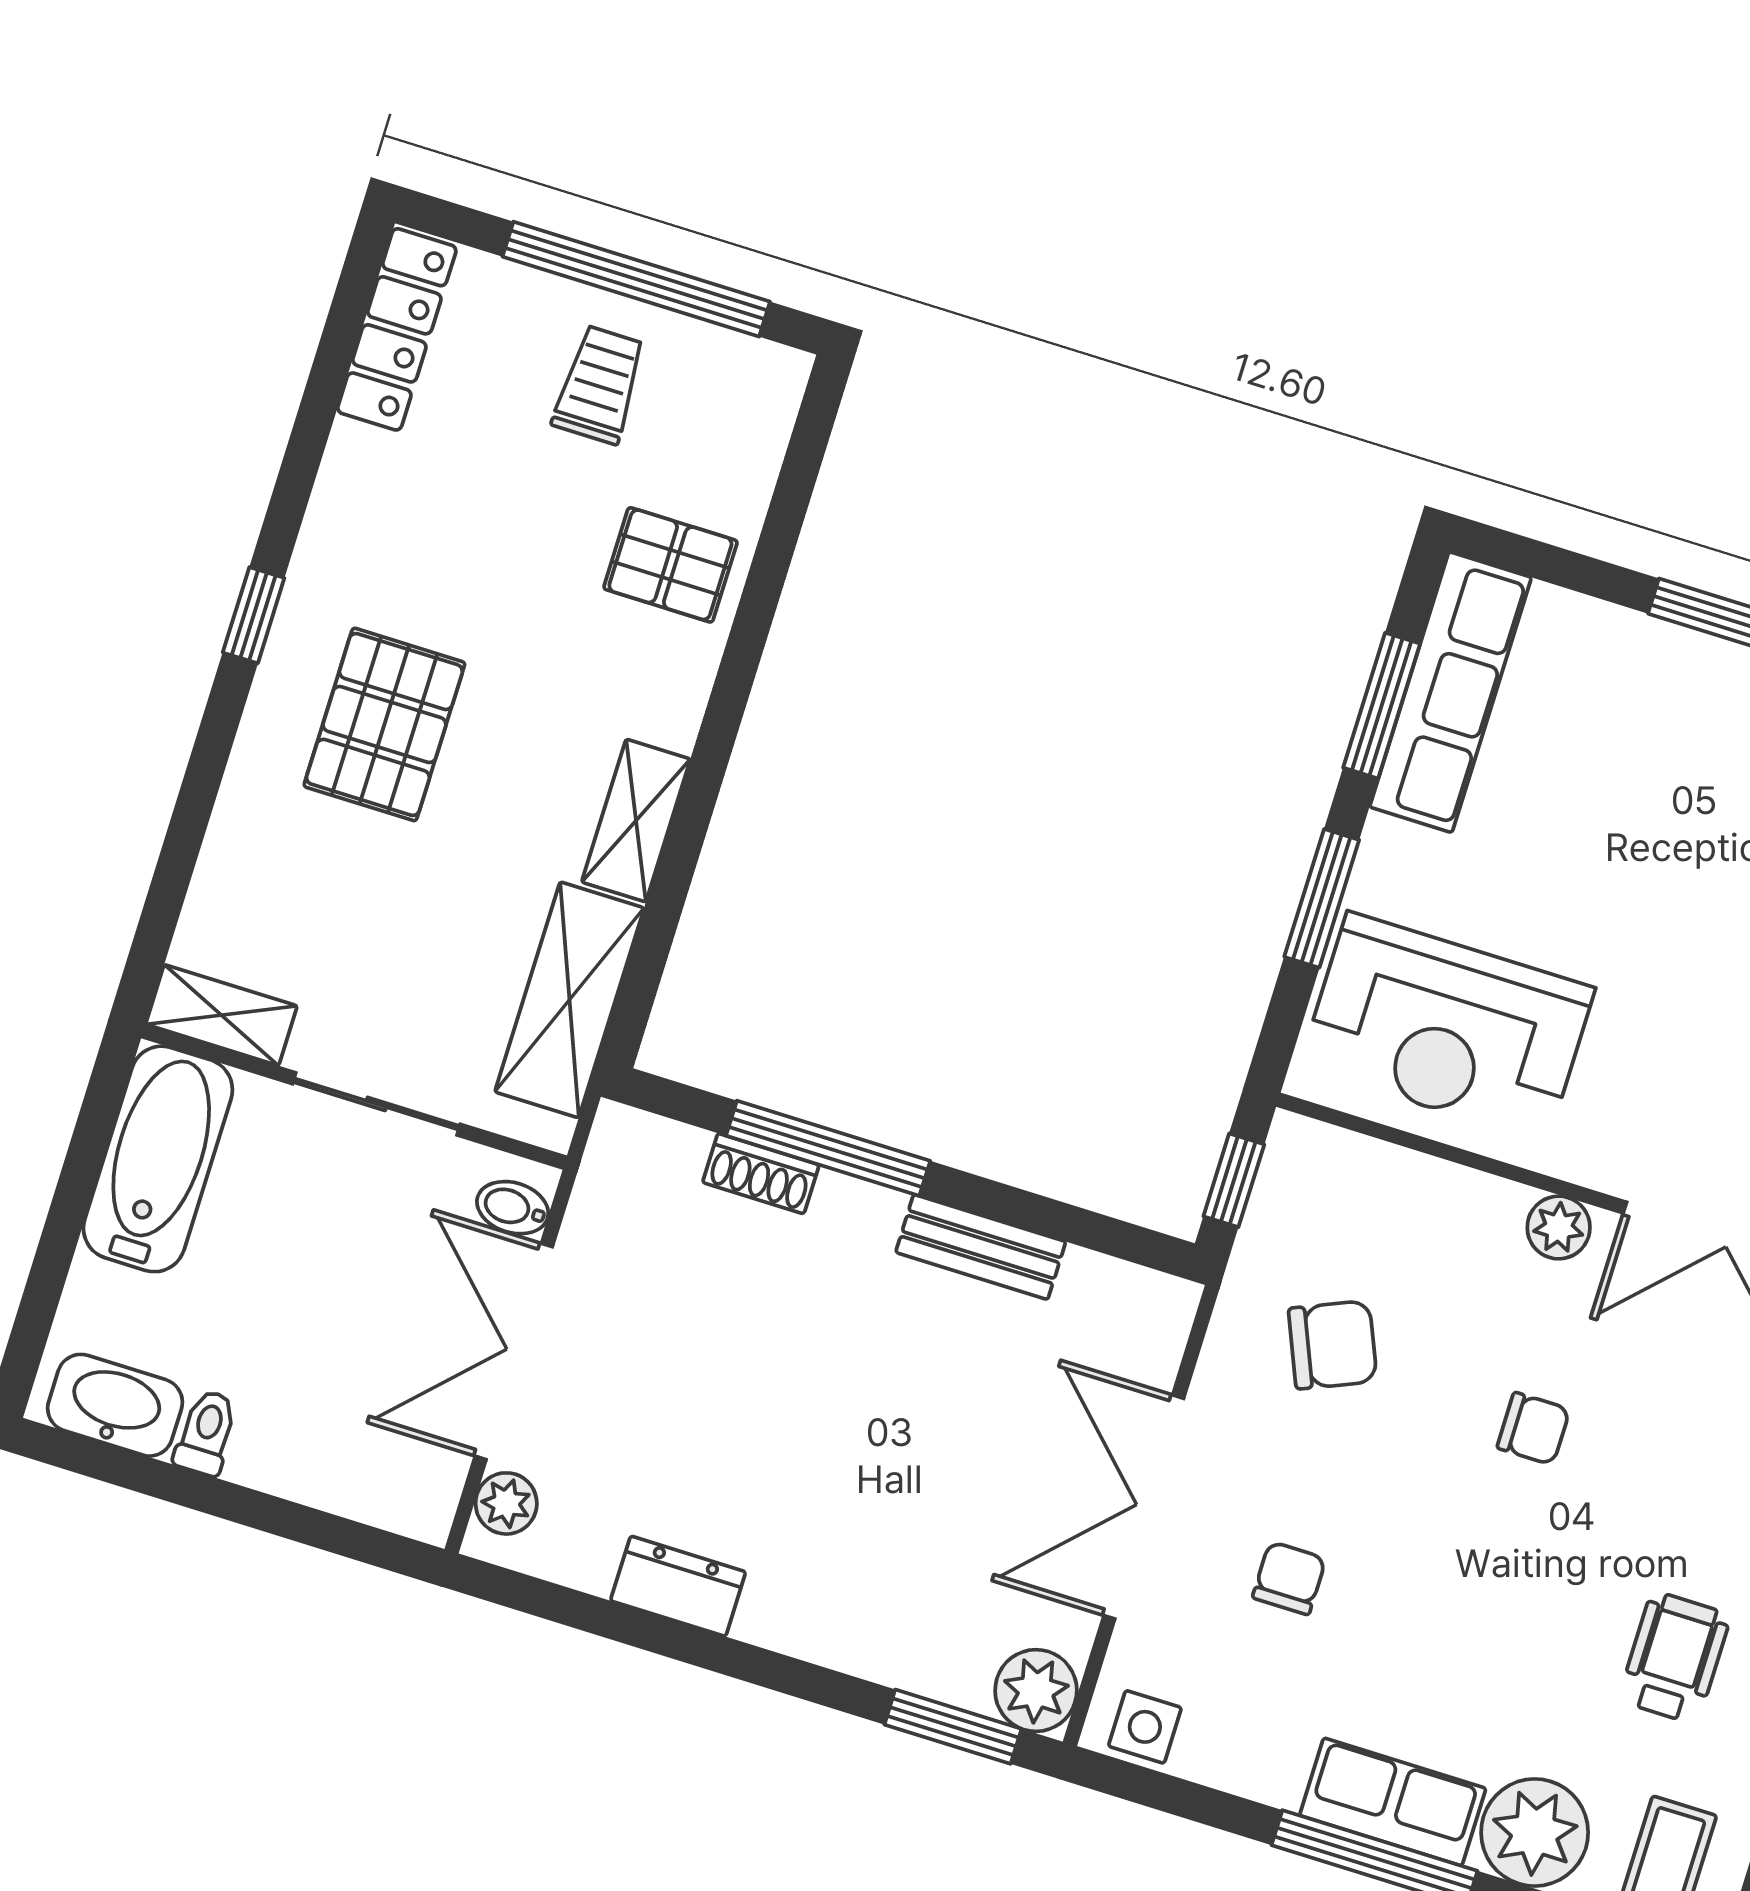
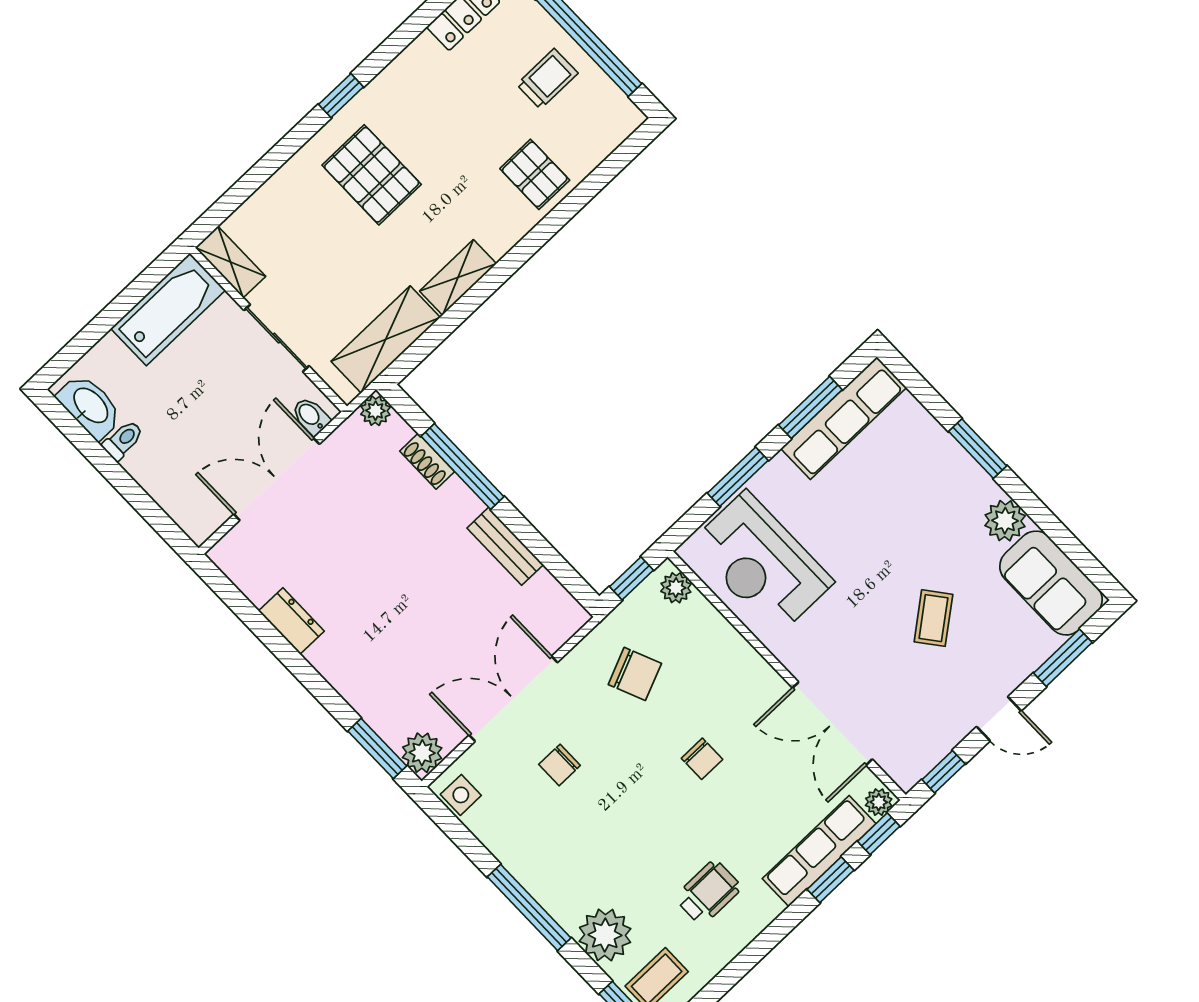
pallet: (384, 724) -> (372, 175), turned 90
plant: (1559, 1228) -> (676, 588), moved
plant: (506, 1503) -> (375, 411), moved
chair: (1289, 1578) -> (560, 765), turned 180
row of seats: (1393, 1802) -> (551, 887), removed

